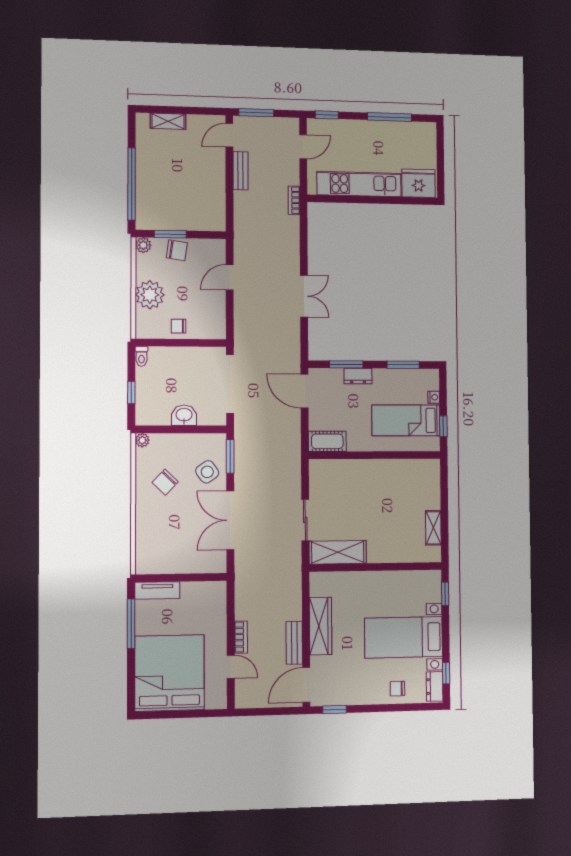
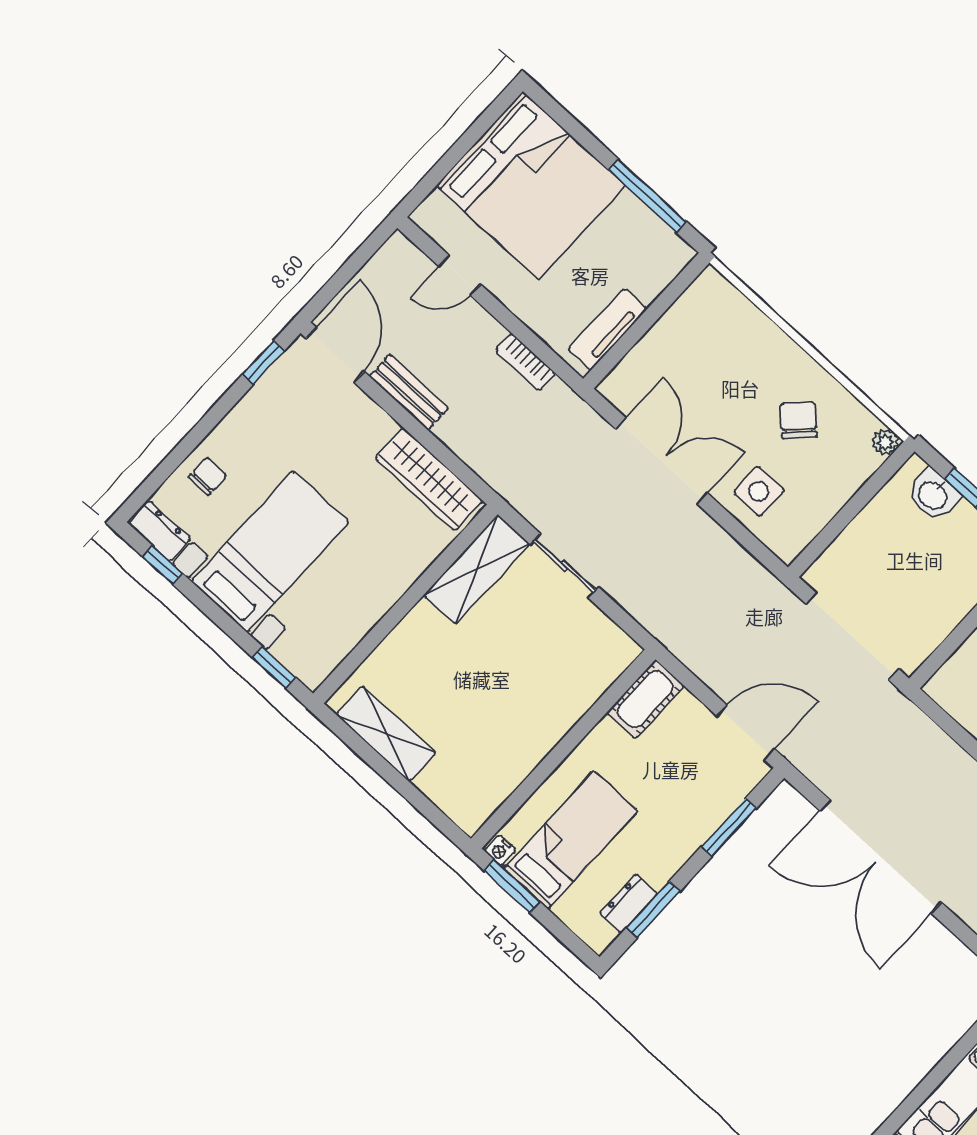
double door: (304, 296) -> (881, 856), width x1.87
dresser: (358, 376) -> (628, 904), moved
nightstand: (434, 397) -> (500, 850), moved
washbasin: (184, 415) -> (933, 495), moved, turned 90
window: (443, 426) -> (512, 886), width x1.50
window: (230, 456) -> (751, 543), removed
side table: (207, 472) -> (759, 491), turned 35
shelving: (433, 528) -> (386, 734), width x1.50, depth x1.33
tv unit: (157, 590) -> (607, 329), moved
wardrobe: (321, 626) -> (429, 479), moved
bookcase: (241, 637) -> (525, 362), moved

